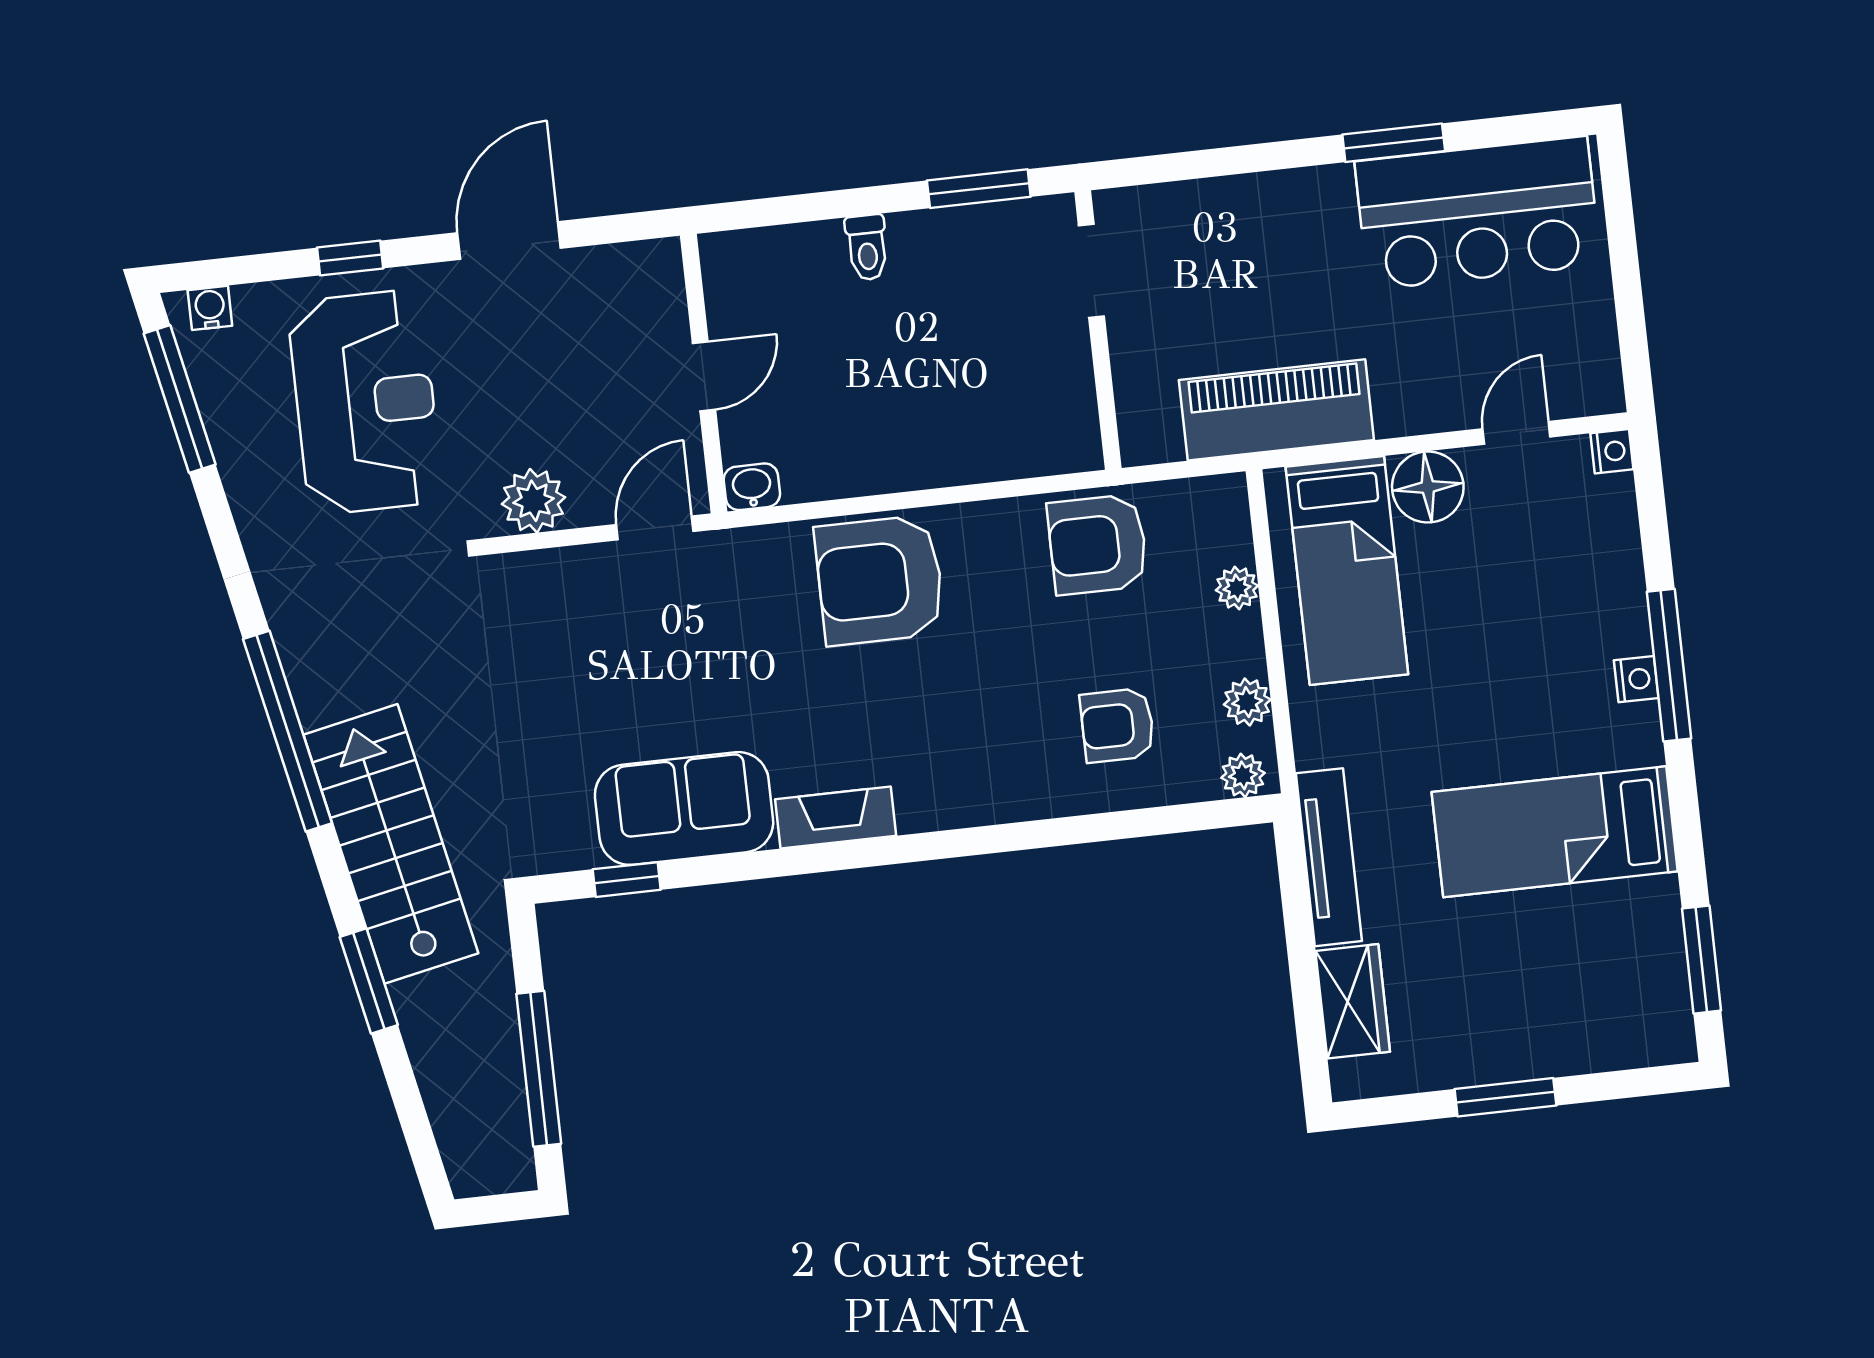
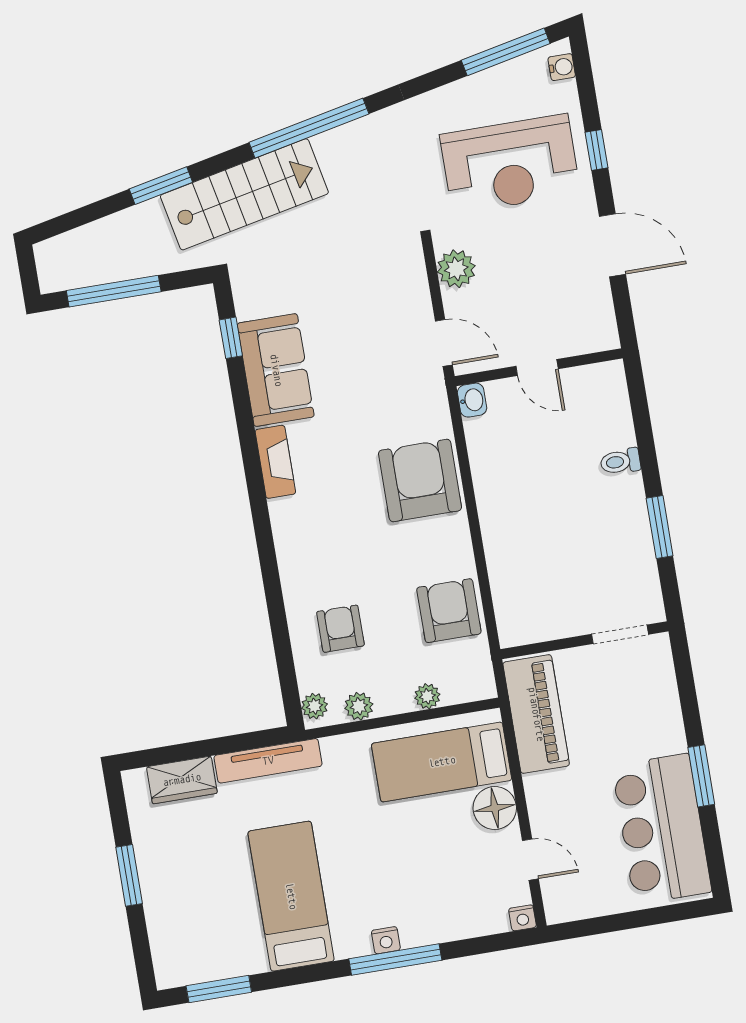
doorway: (1091, 271) -> (620, 634), moved
wall: (1098, 330) -> (584, 640), moved

